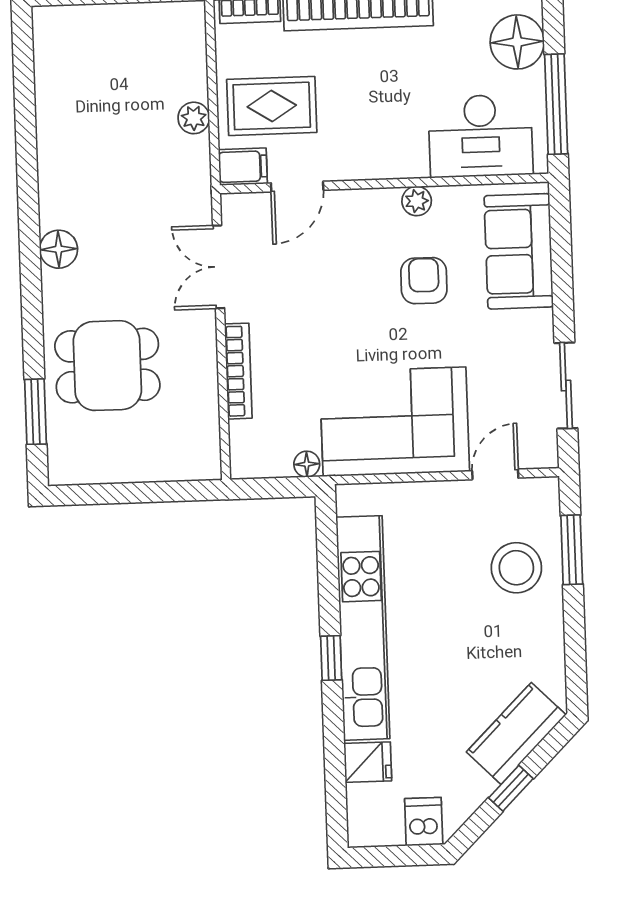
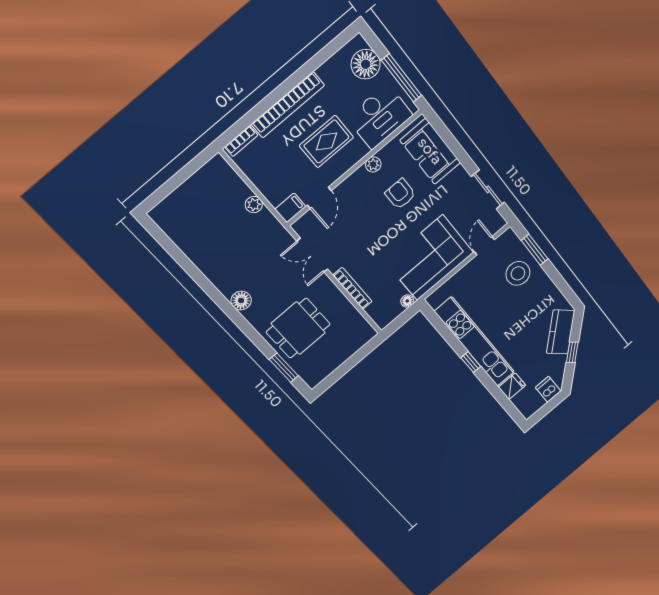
rug: (272, 106) -> (326, 142), moved

